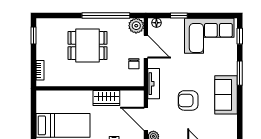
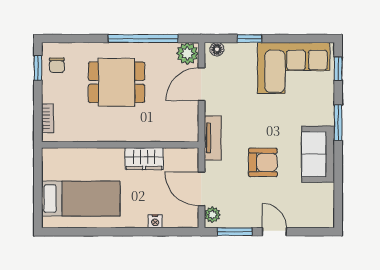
door: (146, 47) -> (201, 84), swing flipped
chair: (134, 64) -> (57, 65), moved
armchair: (188, 100) -> (263, 162), turned 180

